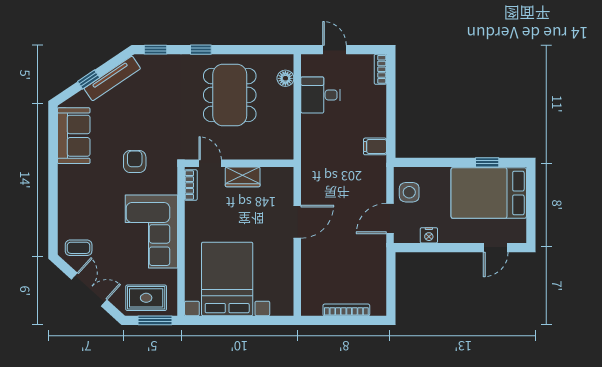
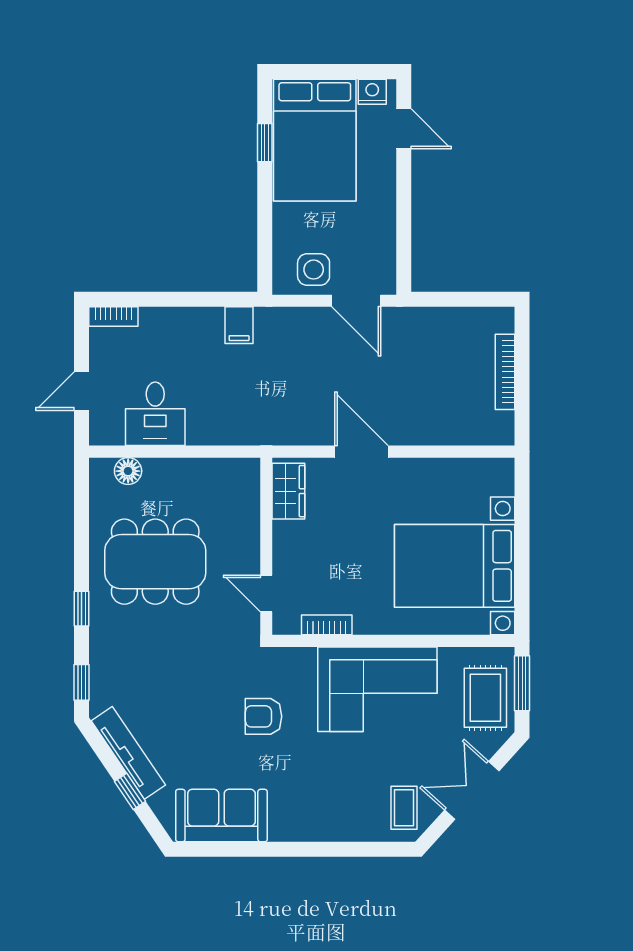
door: (210, 163) -> (266, 593), hinge flipped
wardrobe: (243, 177) -> (288, 491), moved
bookcase: (191, 185) -> (327, 625), moved
nightstand: (429, 235) -> (372, 92), moved, turned -90

